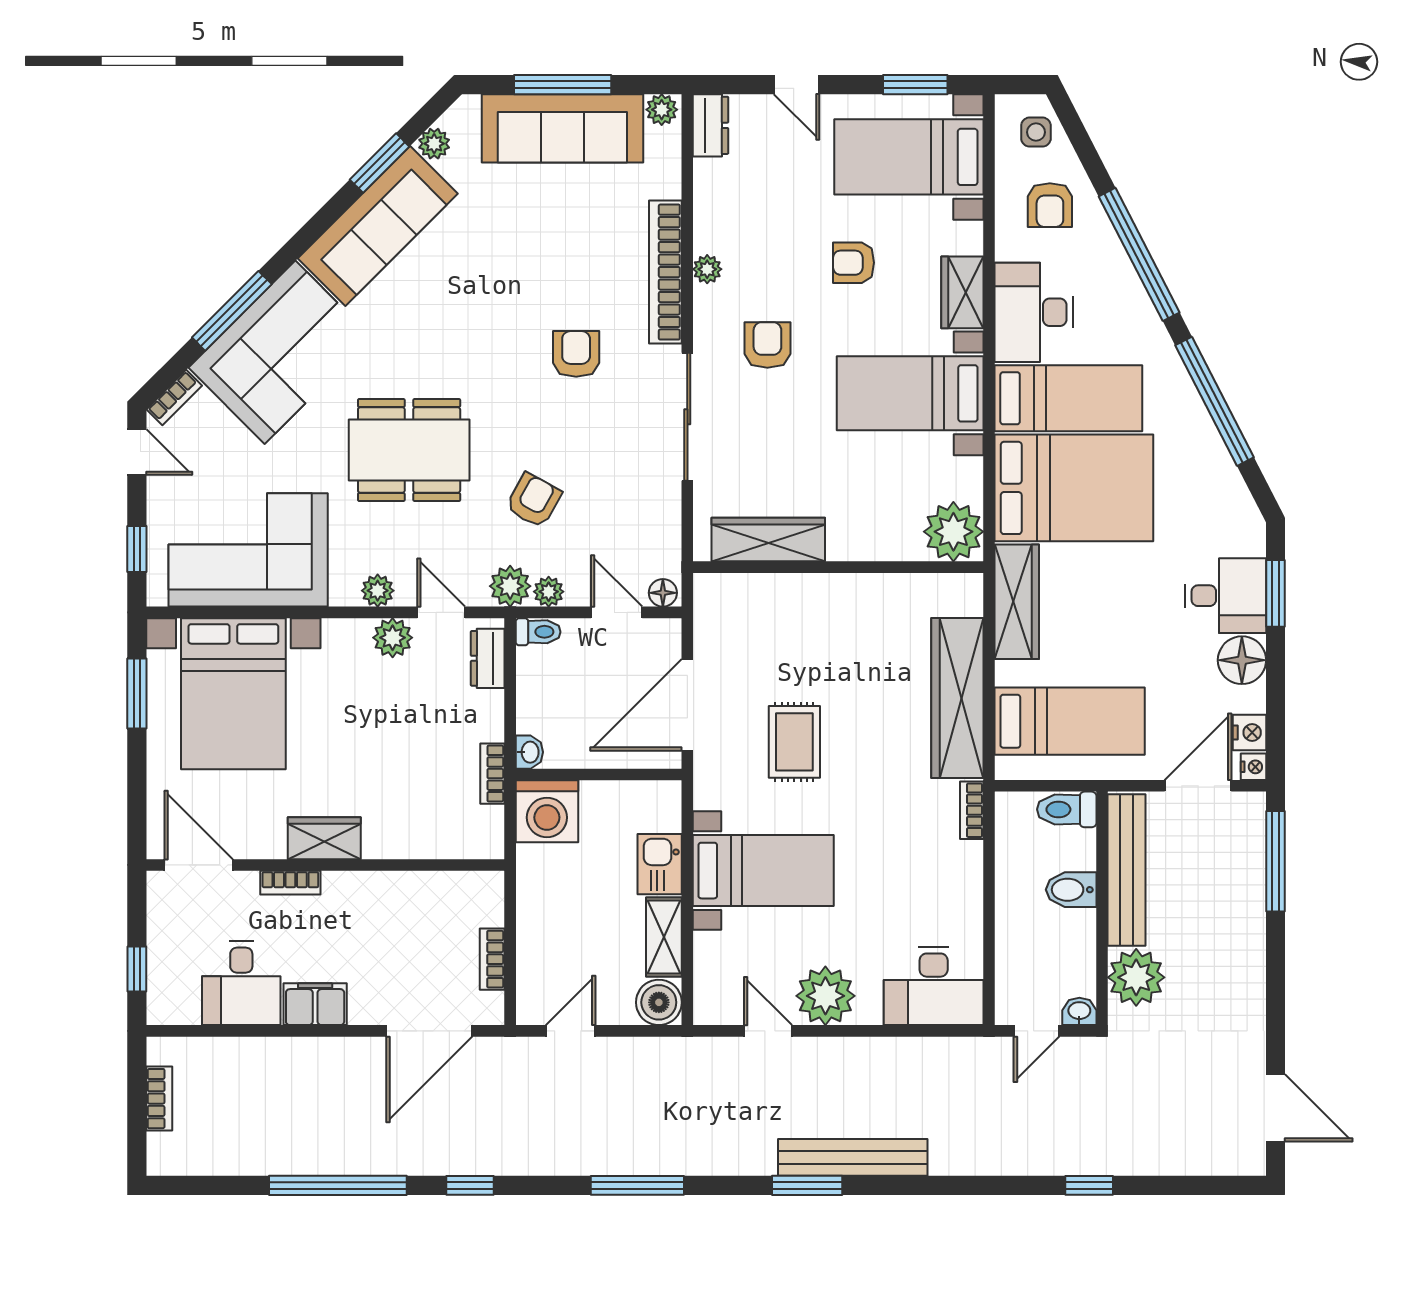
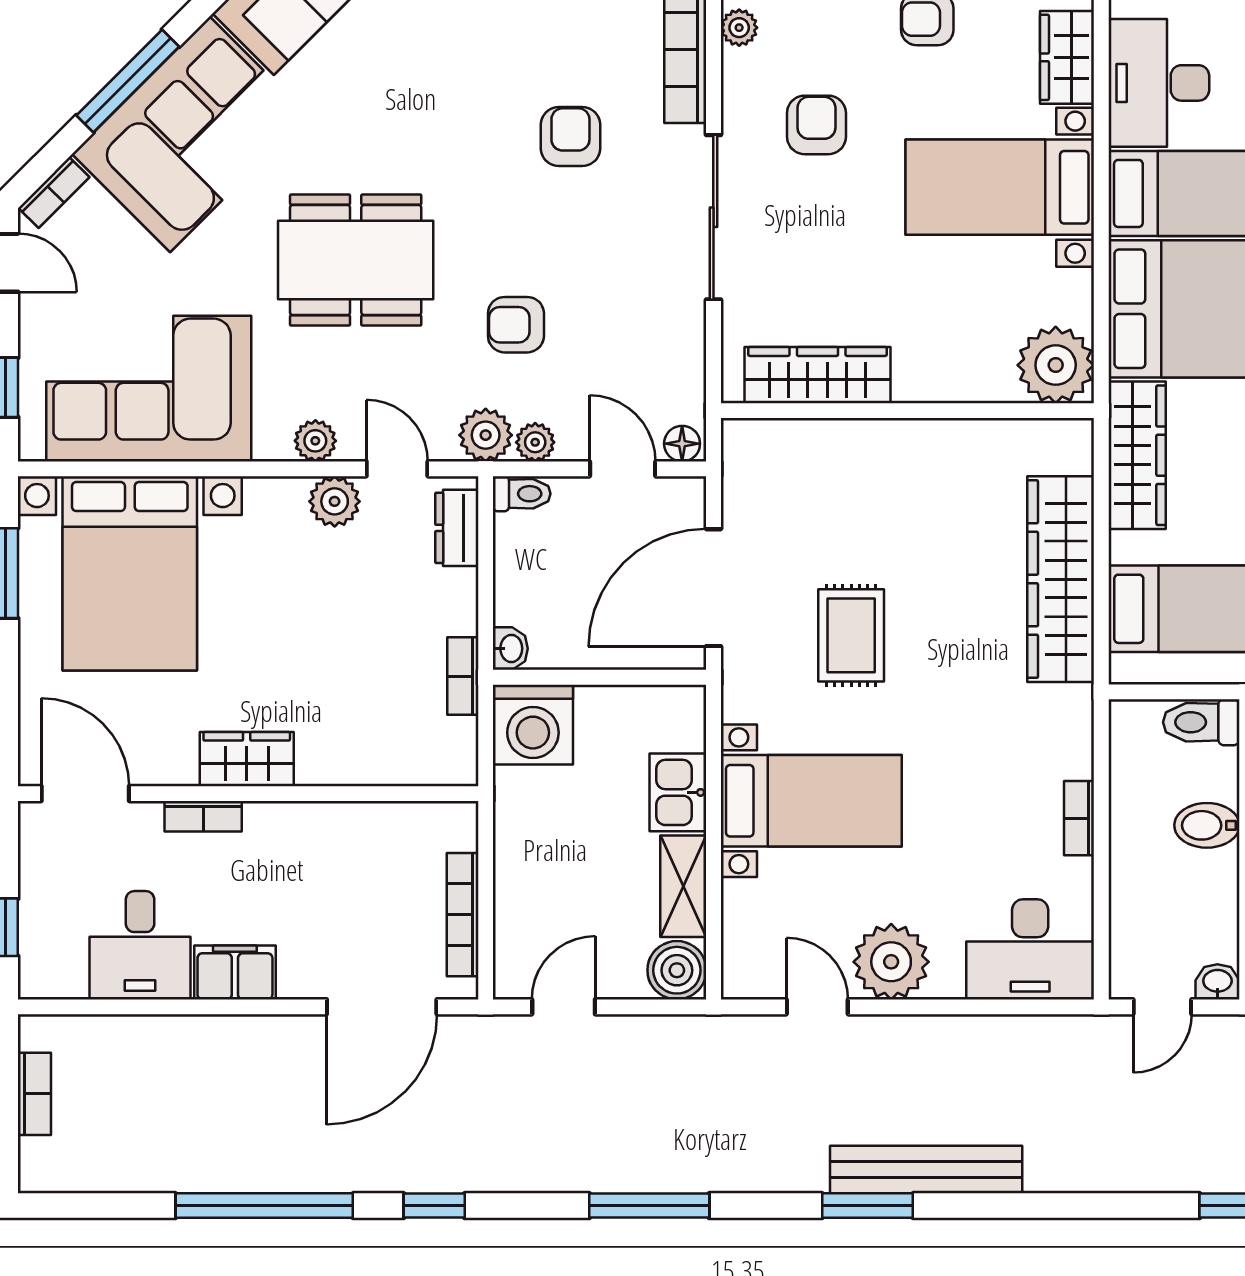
armchair: (534, 500) -> (516, 325), turned -119
bookcase: (972, 810) -> (1079, 818), moved
bookcase: (492, 959) -> (463, 915), width x1.56

